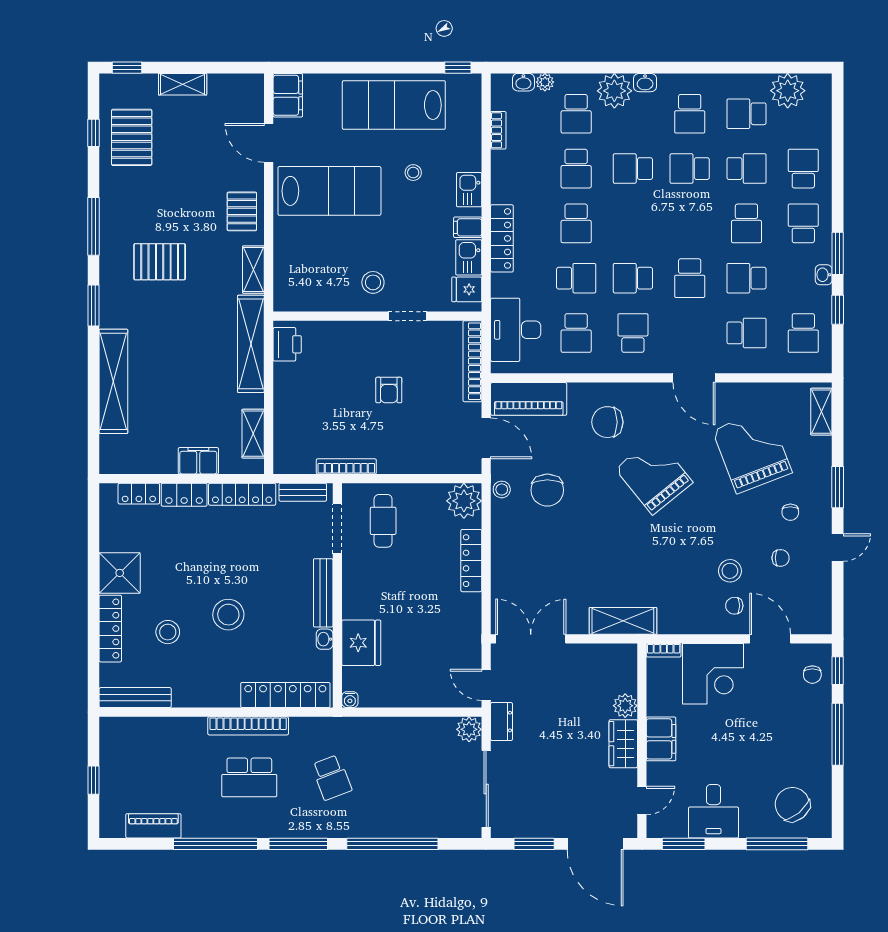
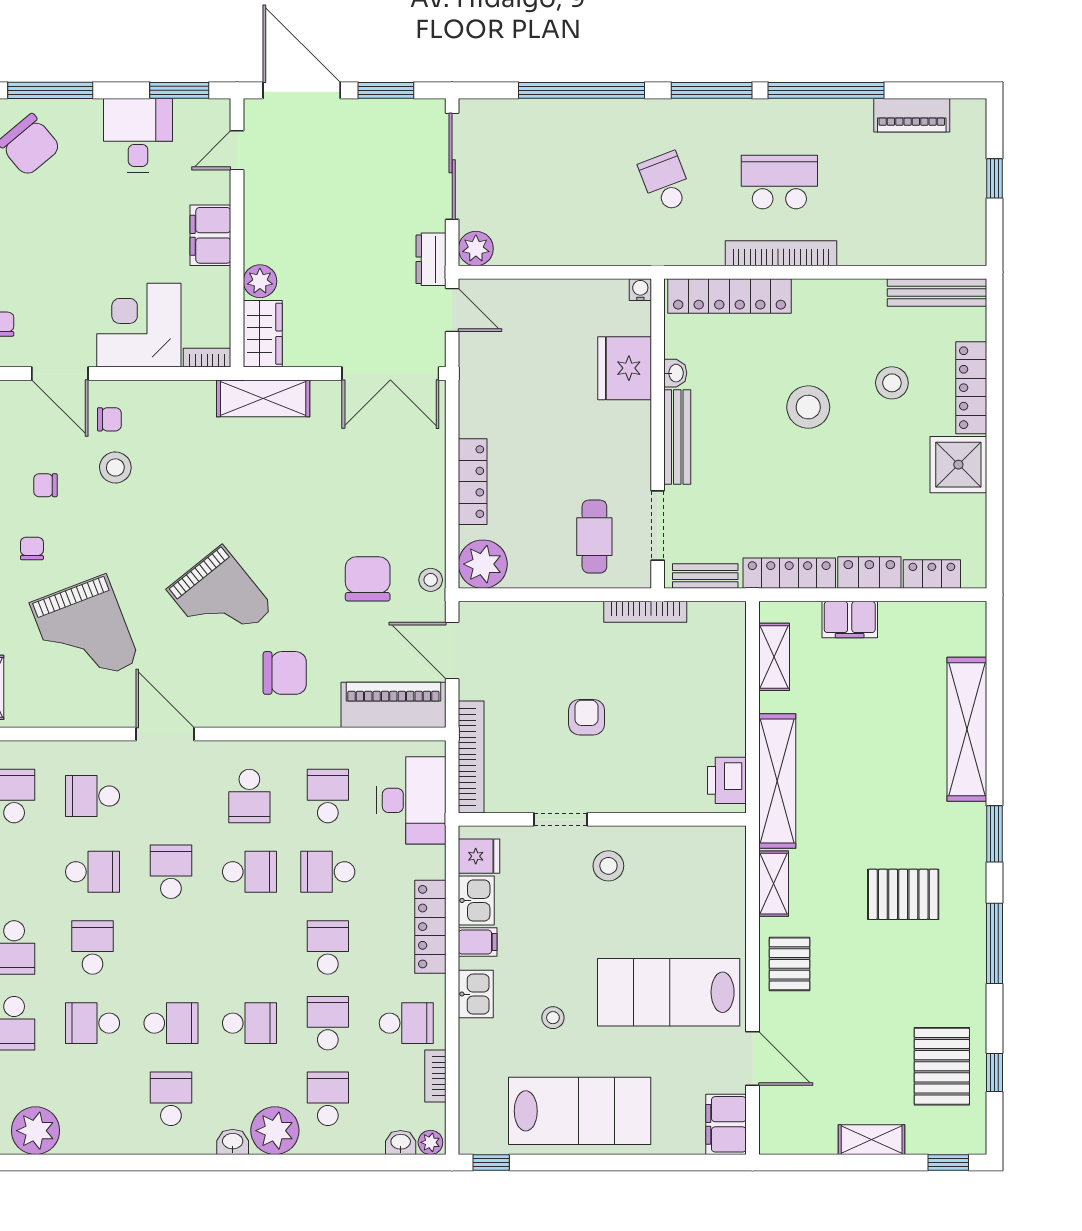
plant: (545, 82) -> (430, 1142), moved
school desk: (746, 114) -> (406, 1023), moved
wardrobe: (623, 744) -> (263, 334), moved

